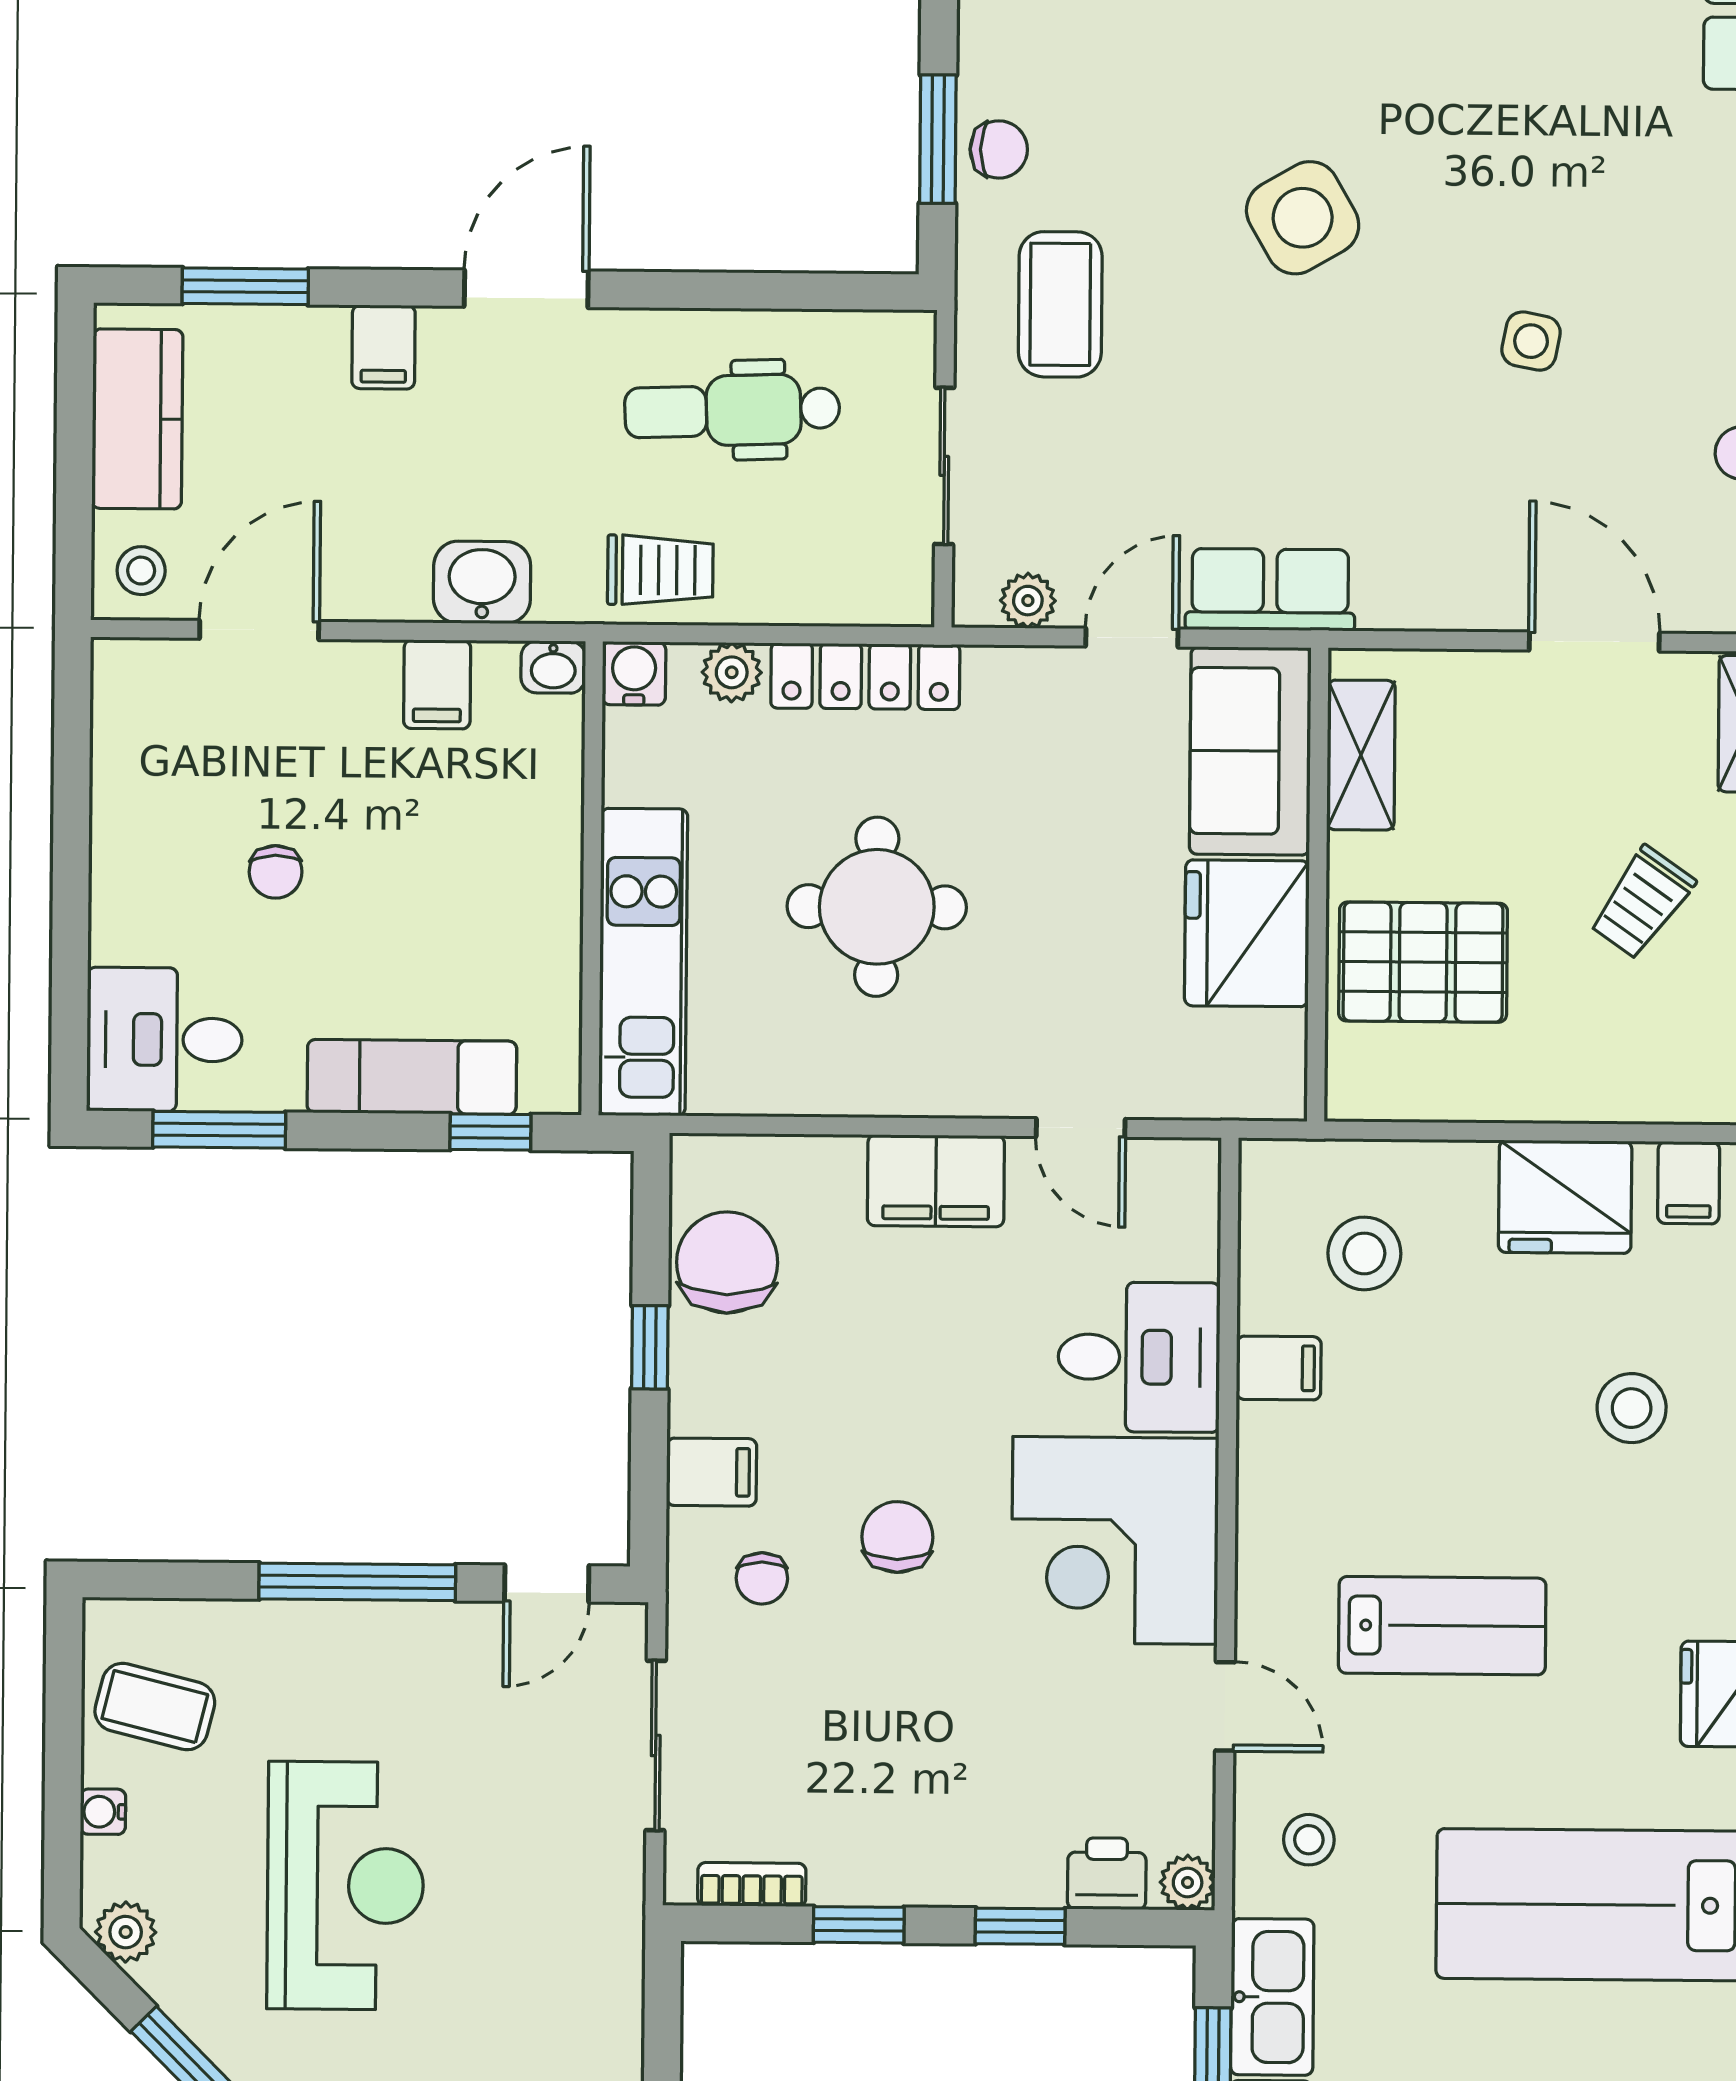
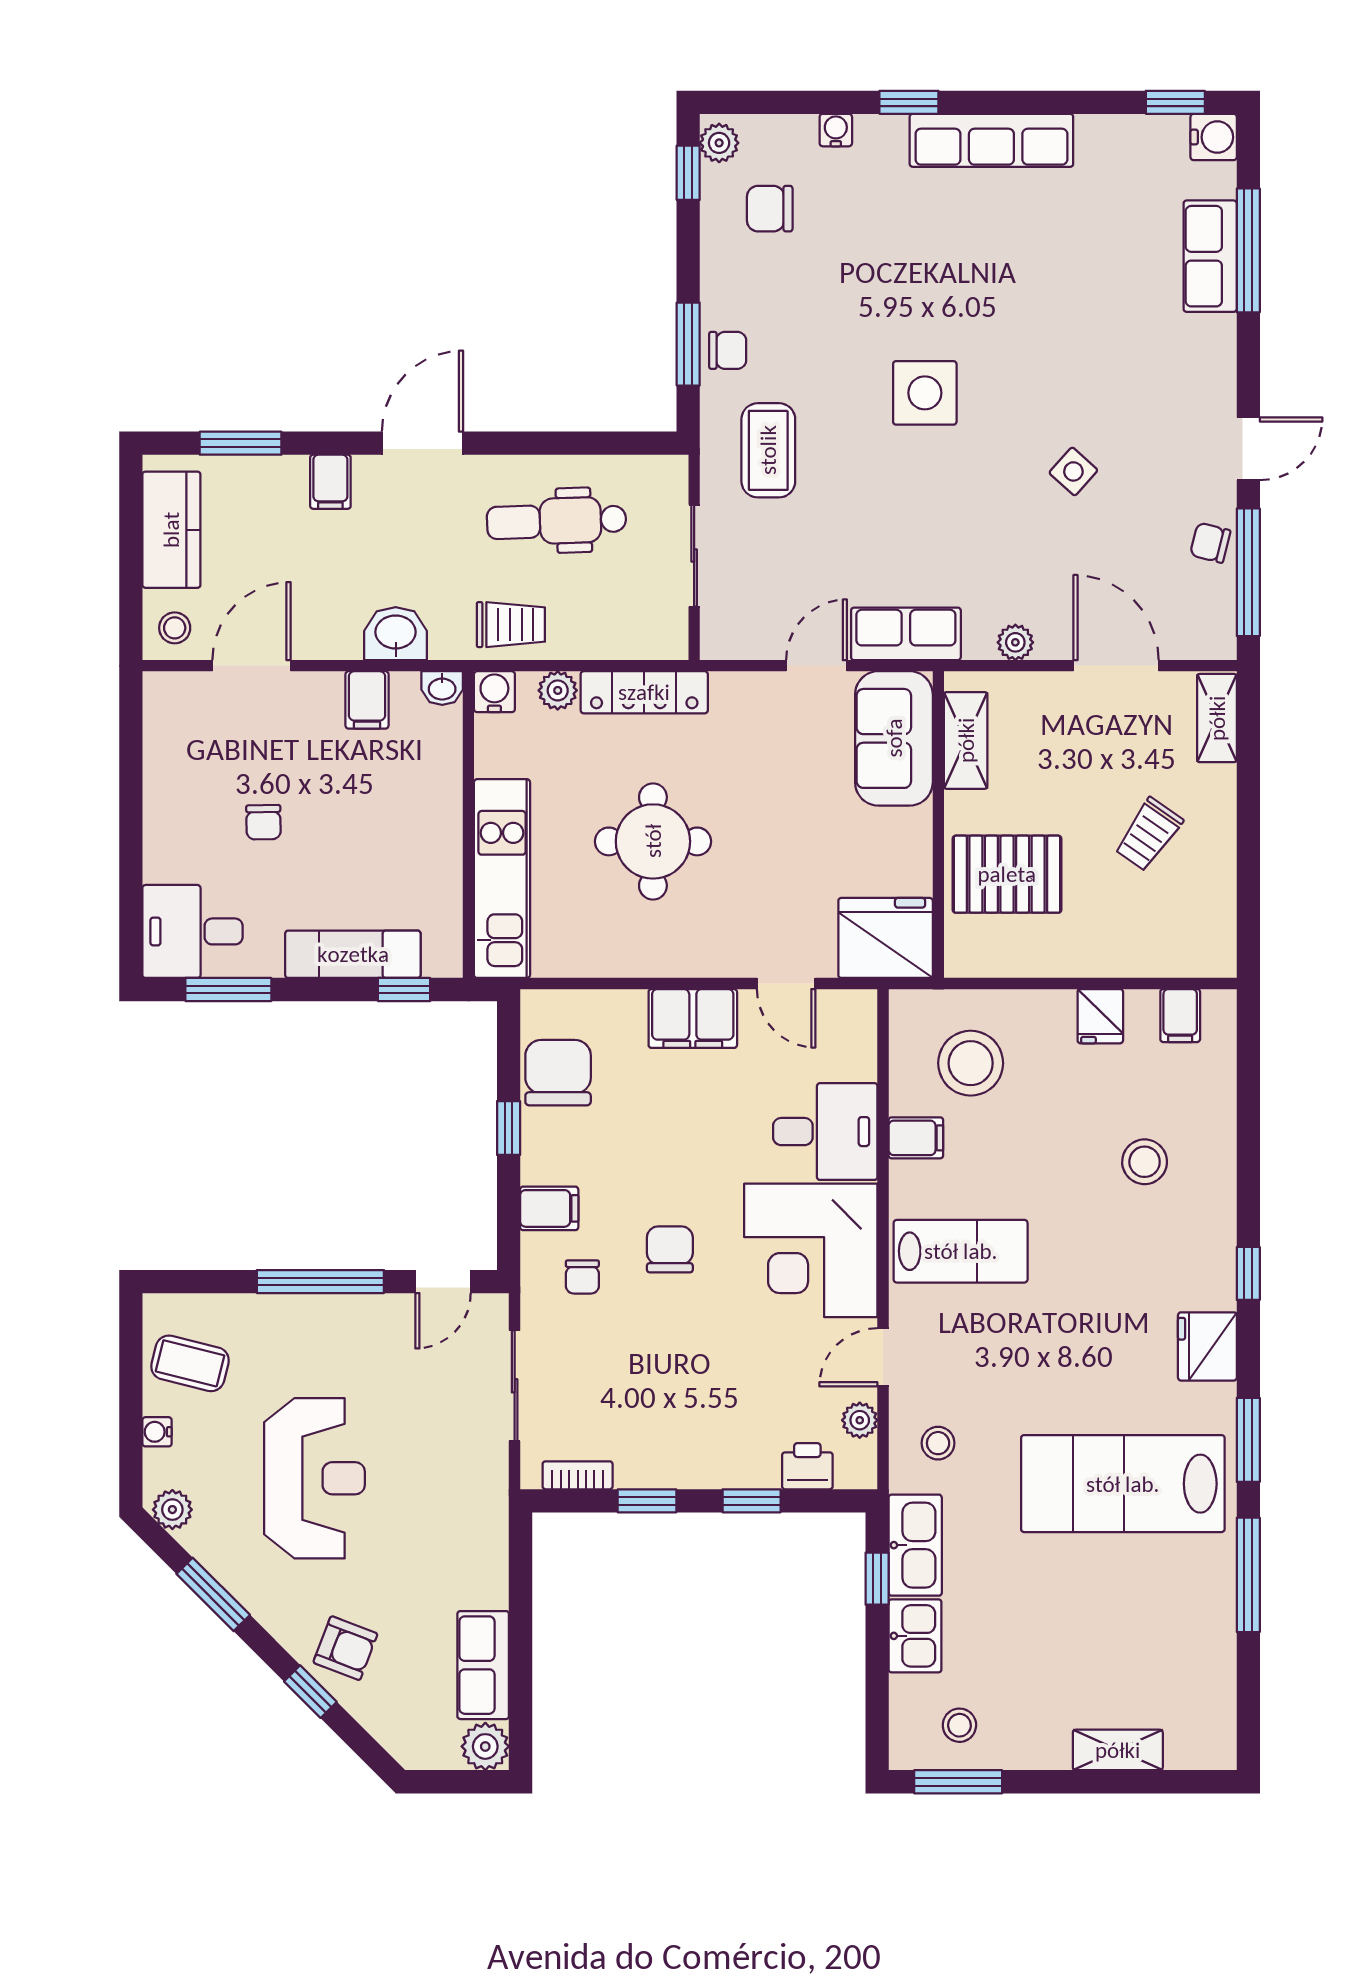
side table: (1303, 218) -> (925, 393), turned 30
side table: (1531, 341) -> (1073, 471), turned 31
plant: (1028, 601) -> (1015, 642), moved
fridge: (1247, 933) -> (886, 938), moved, turned 90
fridge: (1565, 1197) -> (1100, 1016), width x0.53, depth x0.75
stool: (1364, 1253) -> (971, 1063), width x1.38, depth x1.38
lab bench: (1442, 1626) -> (961, 1251), moved
door: (1225, 1706) -> (883, 1357), swing flipped
plant: (1188, 1882) -> (860, 1420), moved

